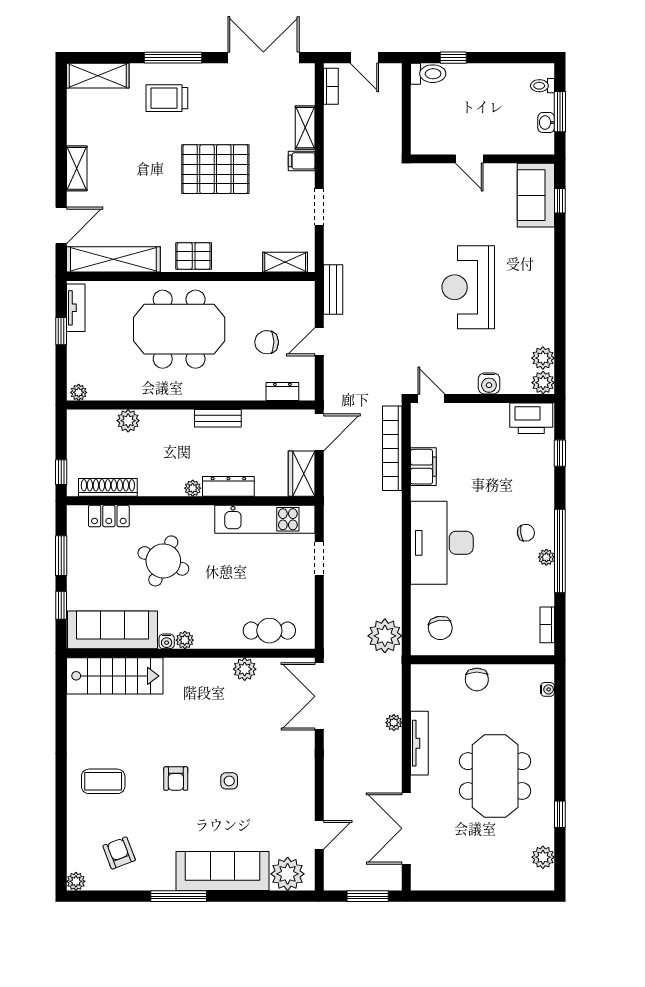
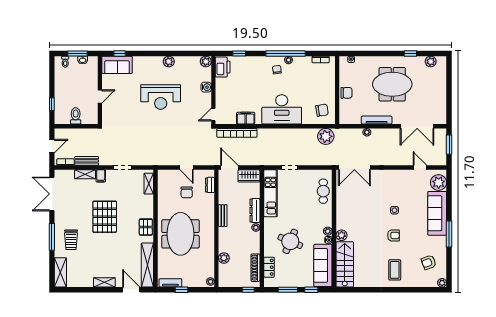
toilet: (428, 74) -> (76, 116), moved
bench: (333, 290) -> (87, 161), moved
plant: (543, 358) -> (169, 62), moved
plant: (245, 669) -> (342, 235), moved

